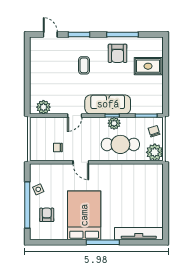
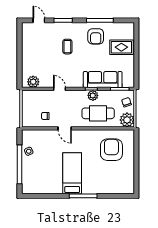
sofa: (108, 104) -> (103, 80), moved
door: (75, 116) -> (60, 89), swing flipped
armchair: (47, 215) -> (111, 150), moved, width x1.88, depth x1.88
bed: (84, 215) -> (72, 173), width x0.67
tv unit: (139, 234) -> (114, 189), removed

